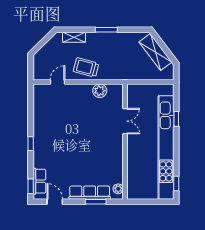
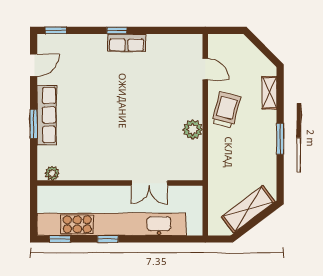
window: (176, 119) -> (108, 239), moved
double door: (125, 121) -> (149, 183), moved
wall: (125, 142) -> (120, 183), moved
row of seats: (39, 181) -> (127, 43), moved
plant: (118, 189) -> (52, 173), moved

